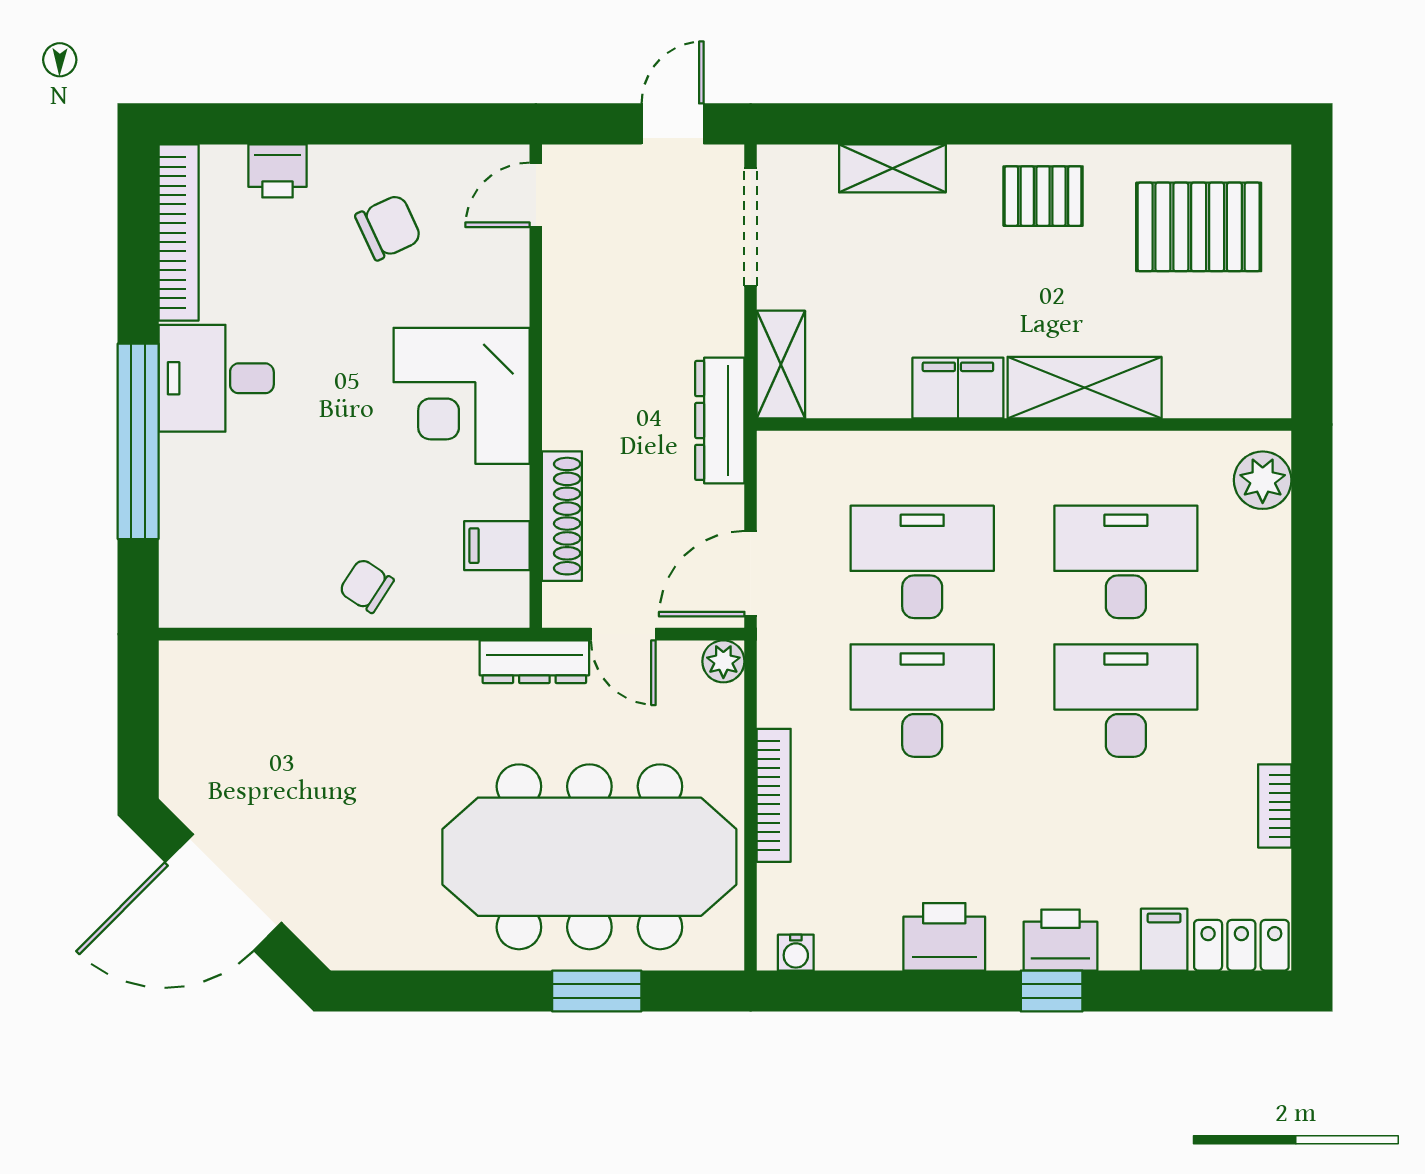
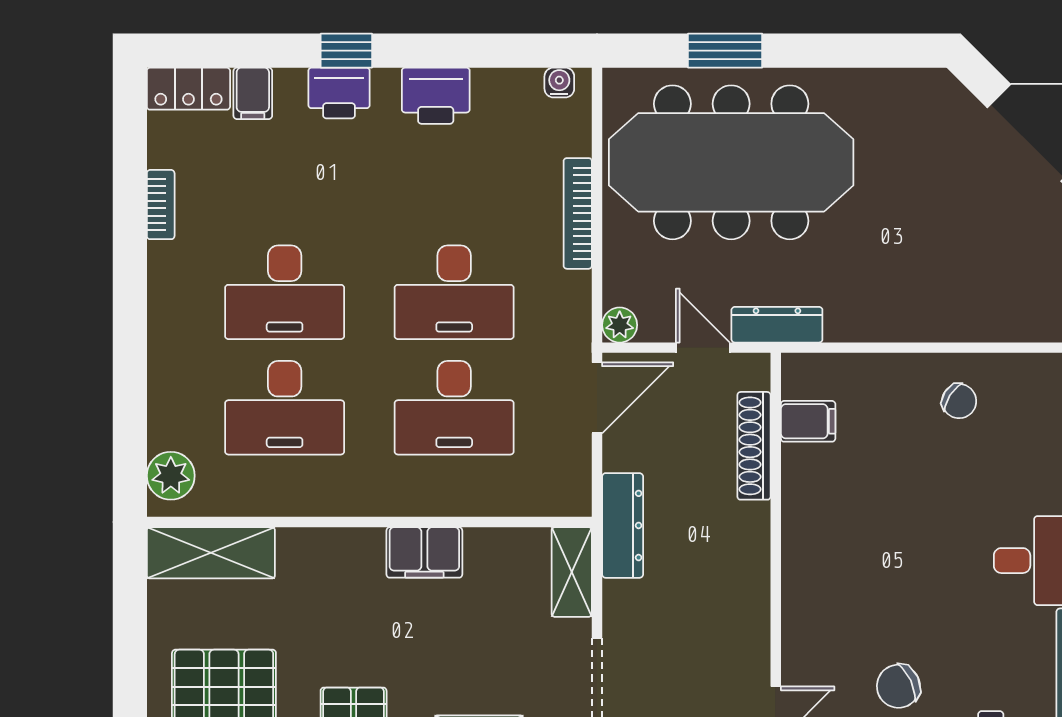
shelving: (1085, 388) -> (211, 553), moved
corner desk: (462, 396) -> (837, 546), removed
chair: (366, 586) -> (959, 401), moved

